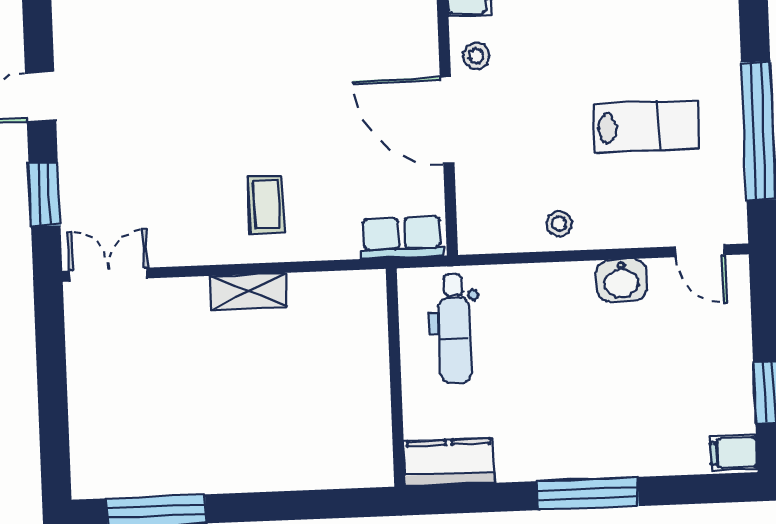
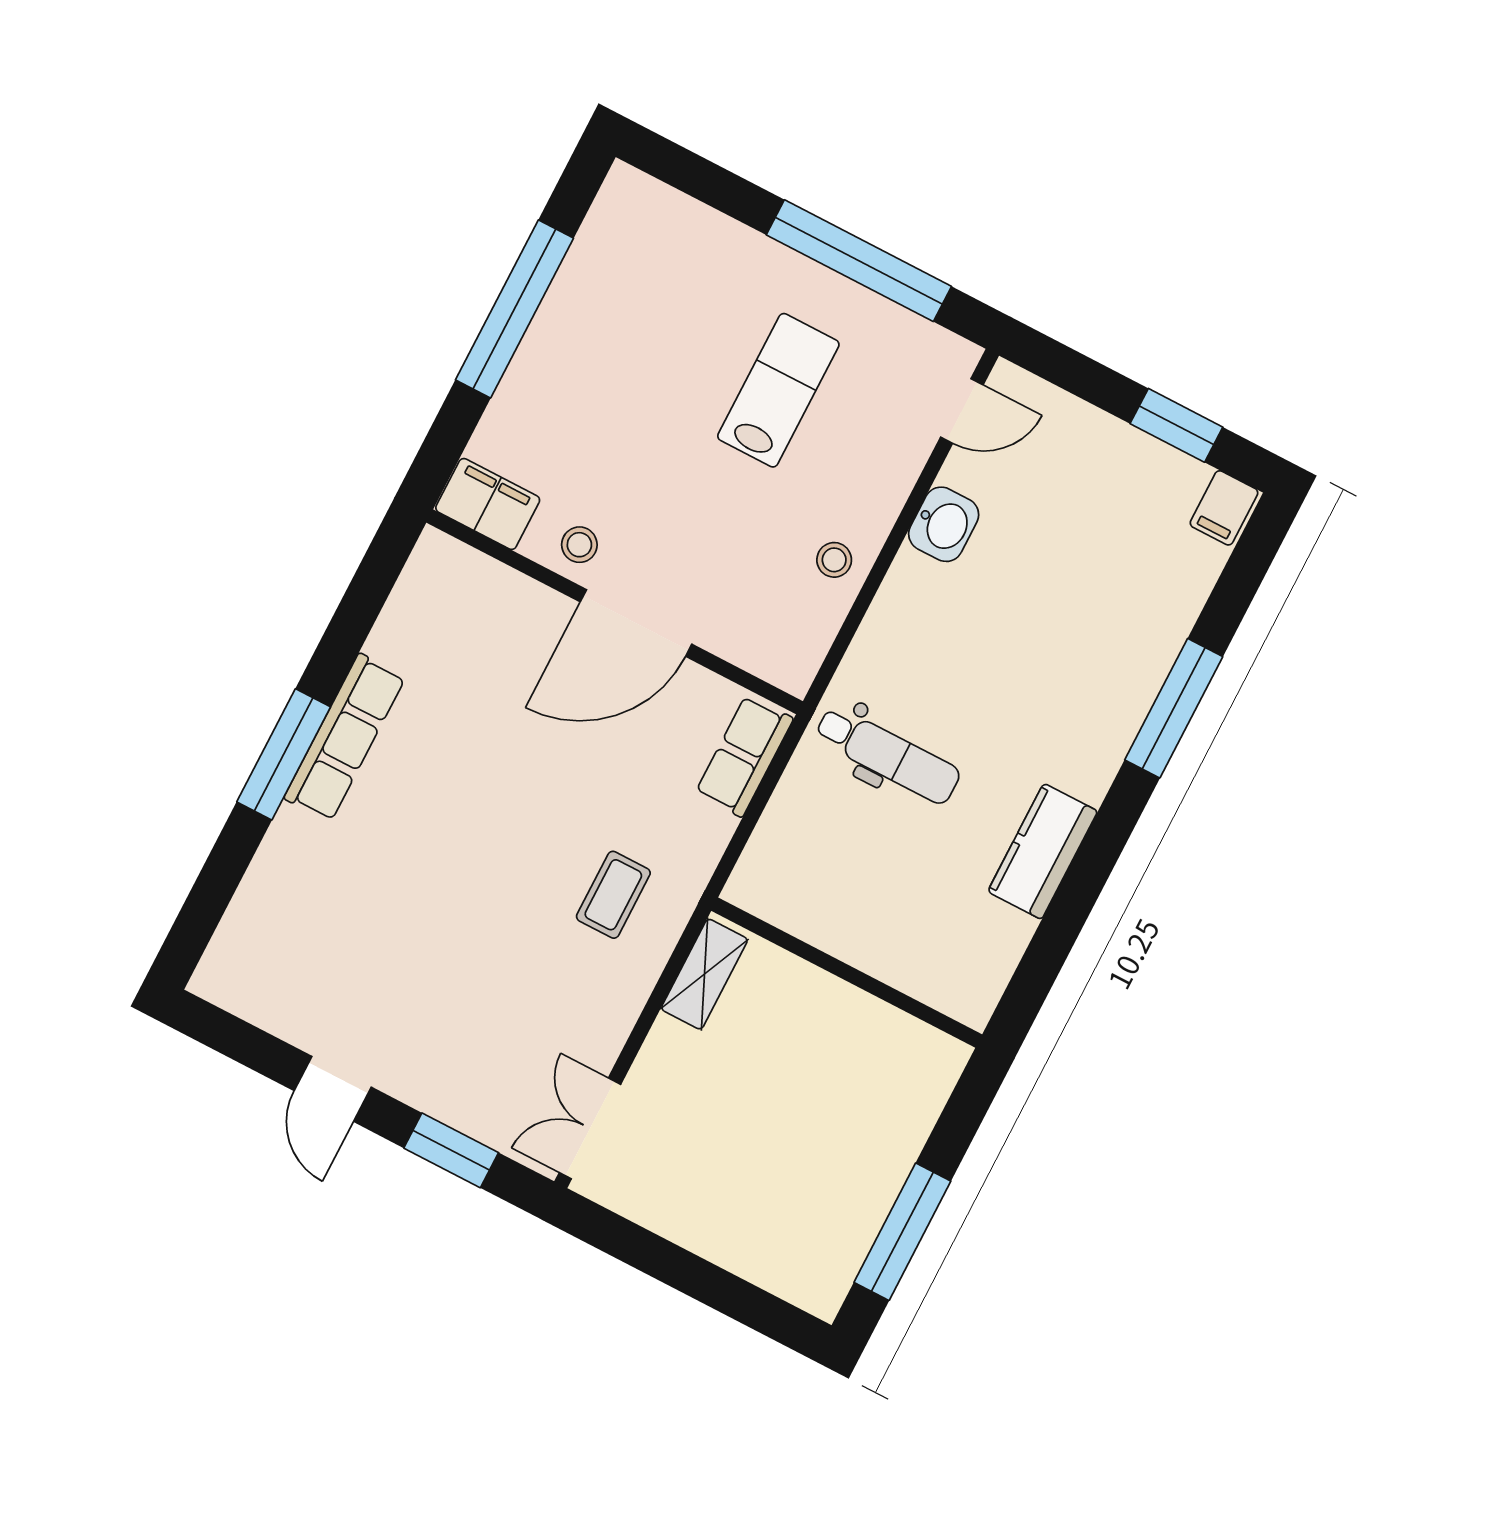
coffee table: (266, 205) -> (613, 895), turned 90
wall: (396, 378) -> (847, 973), moved

